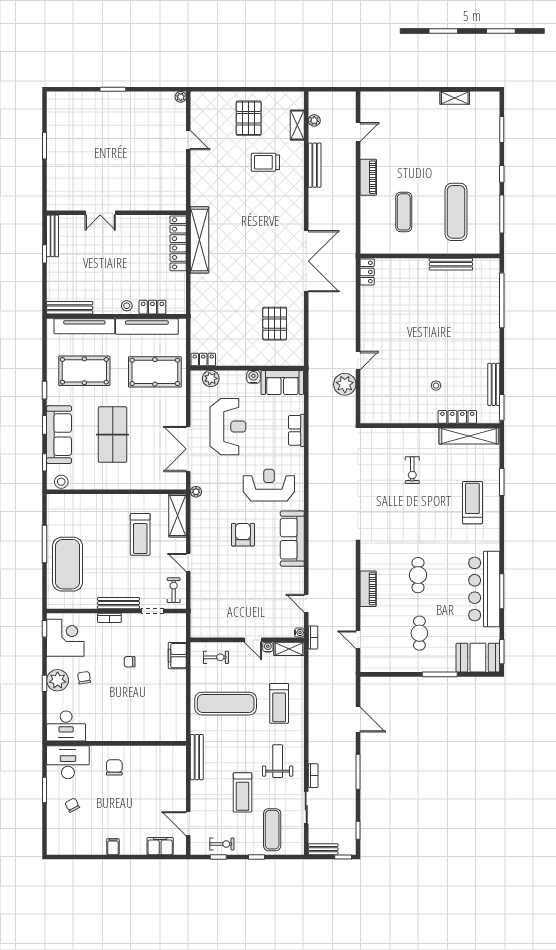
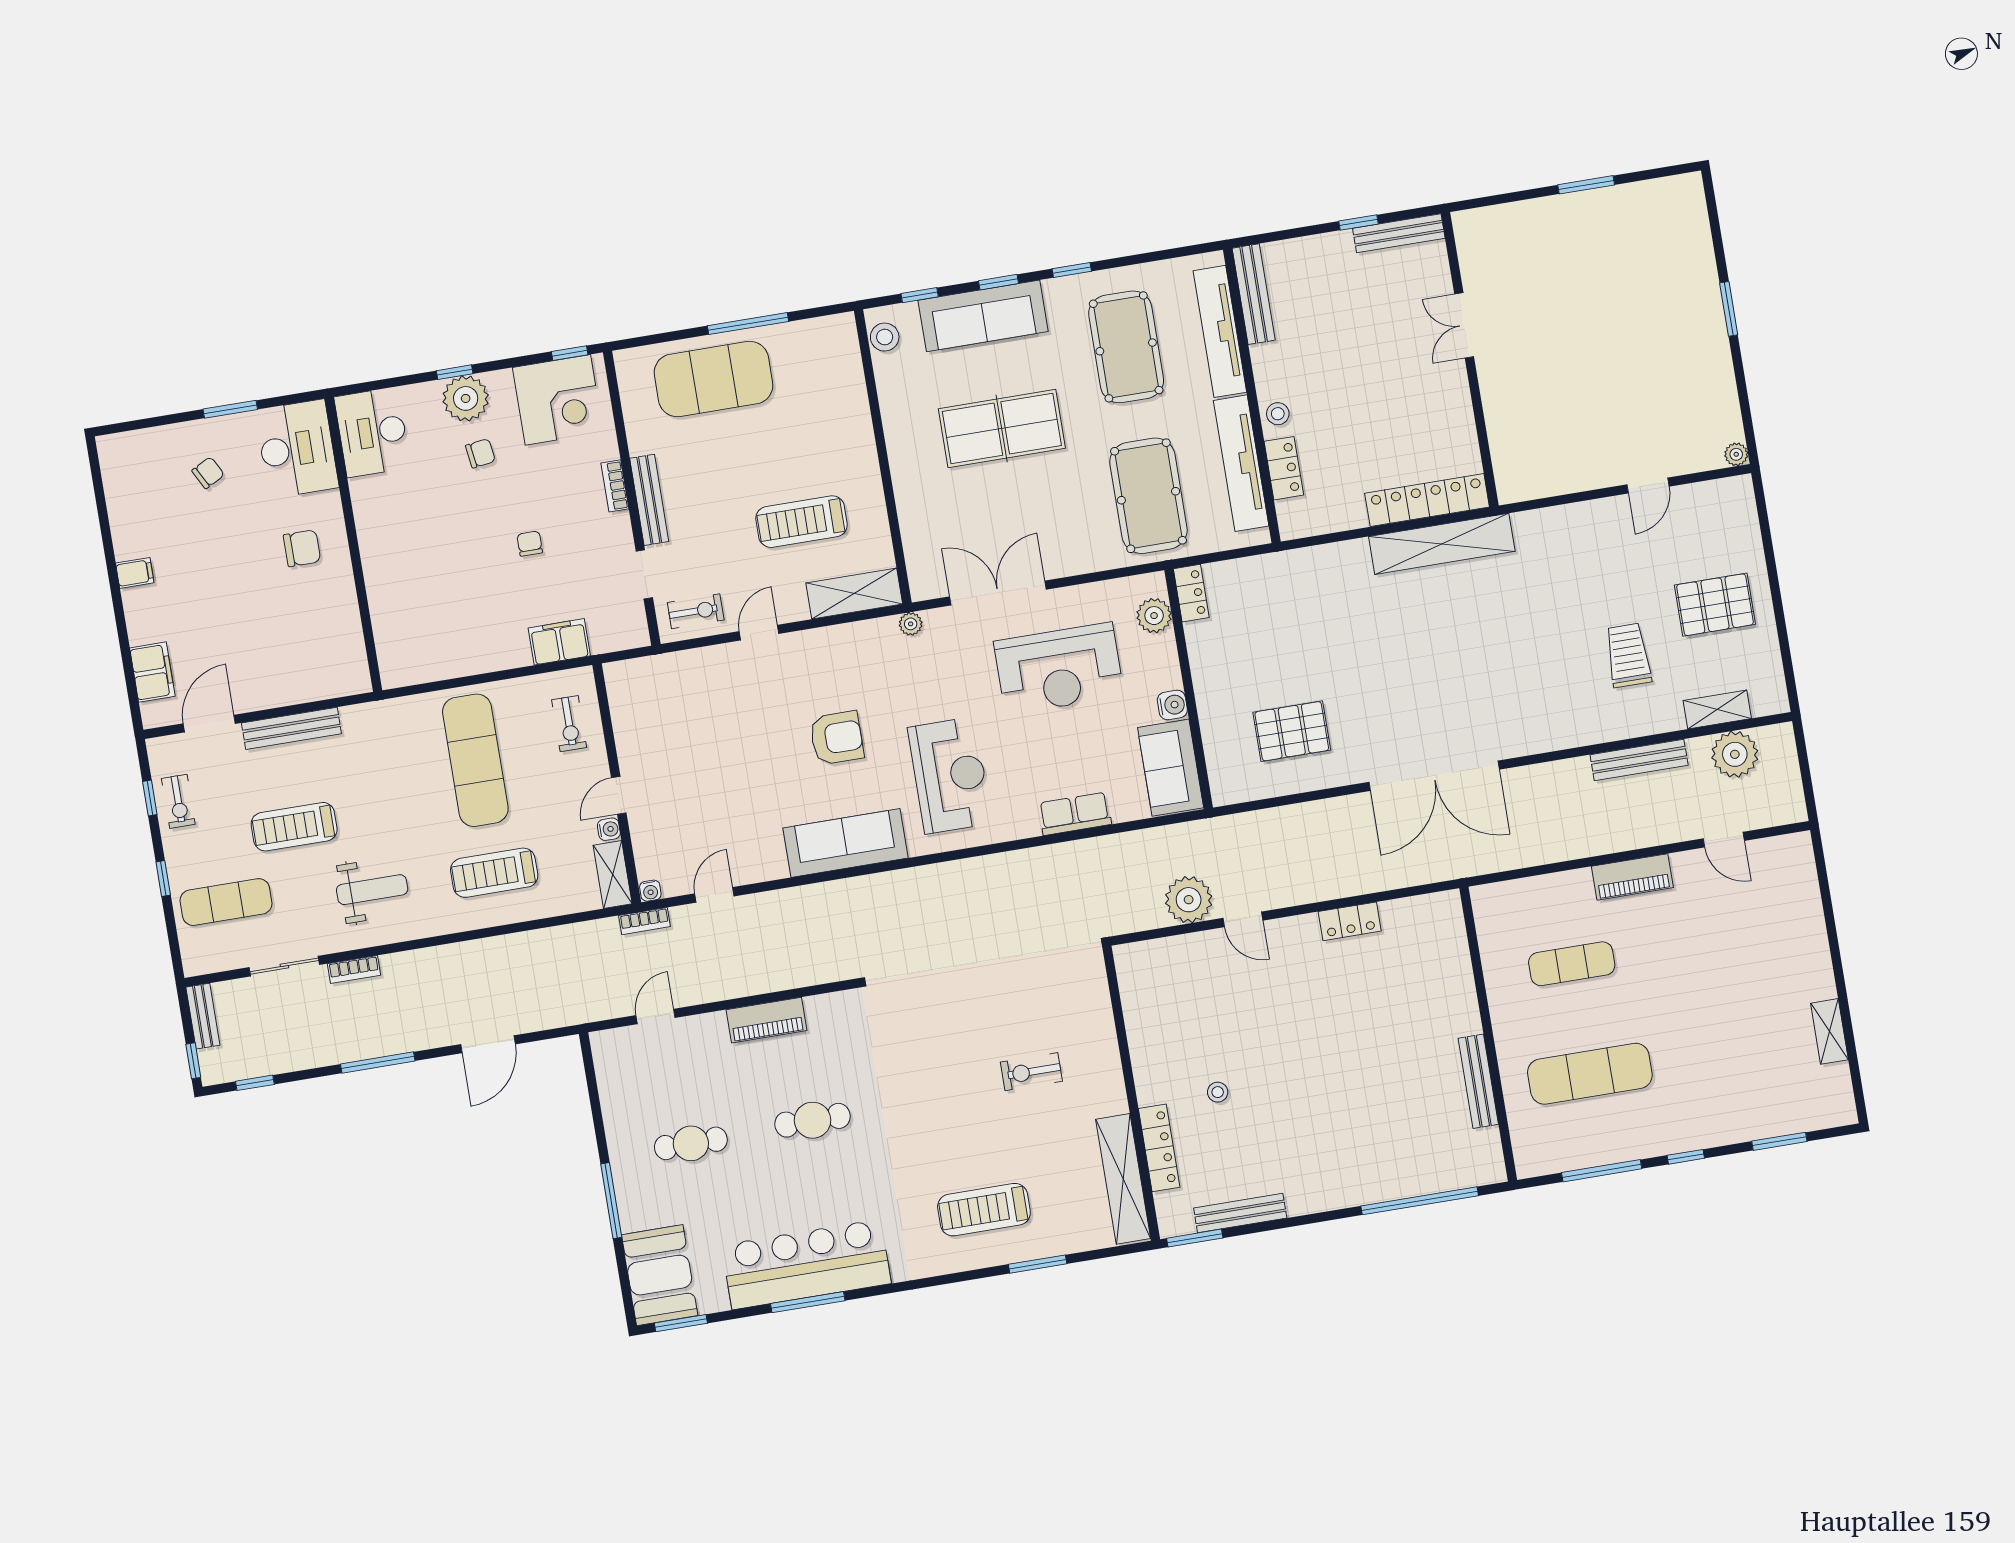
plant: (314, 120) -> (1735, 754), width x1.88, depth x1.88
locker: (367, 272) -> (1350, 921), moved
treadmill: (472, 503) -> (984, 1210), turned 180
bench: (197, 757) -> (291, 728), moved

